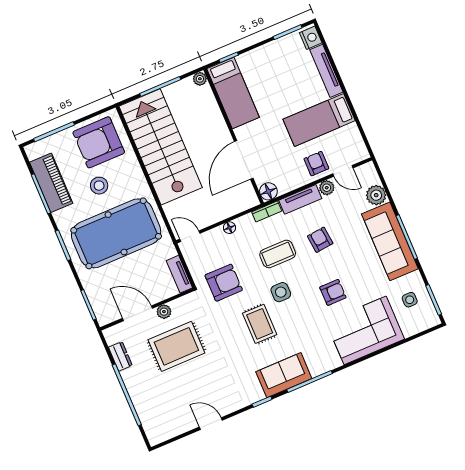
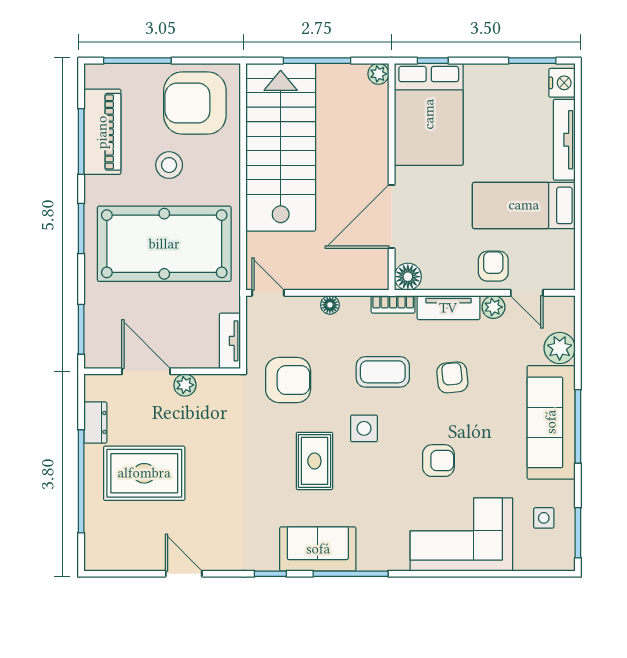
bed: (233, 93) -> (429, 114), width x1.50
rug: (176, 346) -> (144, 473), moved

